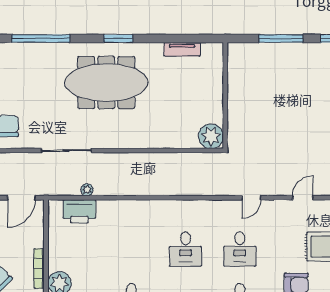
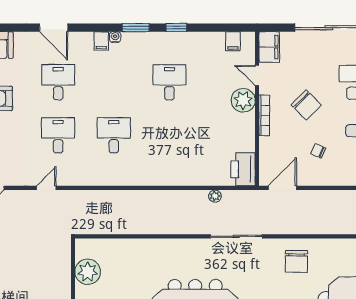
plant: (211, 136) -> (88, 272), moved
printer: (79, 211) -> (243, 169), moved, turned -90

